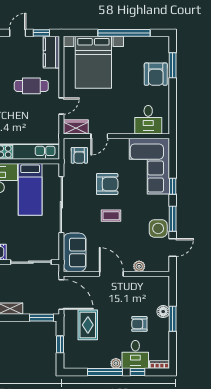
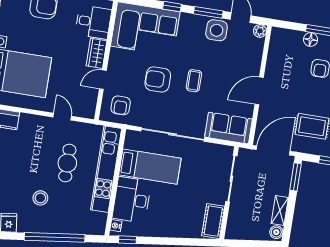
cafe table: (31, 86) -> (67, 163), moved
wardrobe: (76, 127) -> (97, 53), moved
door: (99, 136) -> (103, 80), swing flipped
armchair: (79, 155) -> (121, 105), turned 90
armchair: (107, 184) -> (158, 79), turned -90
plant: (139, 266) -> (260, 31), moved

